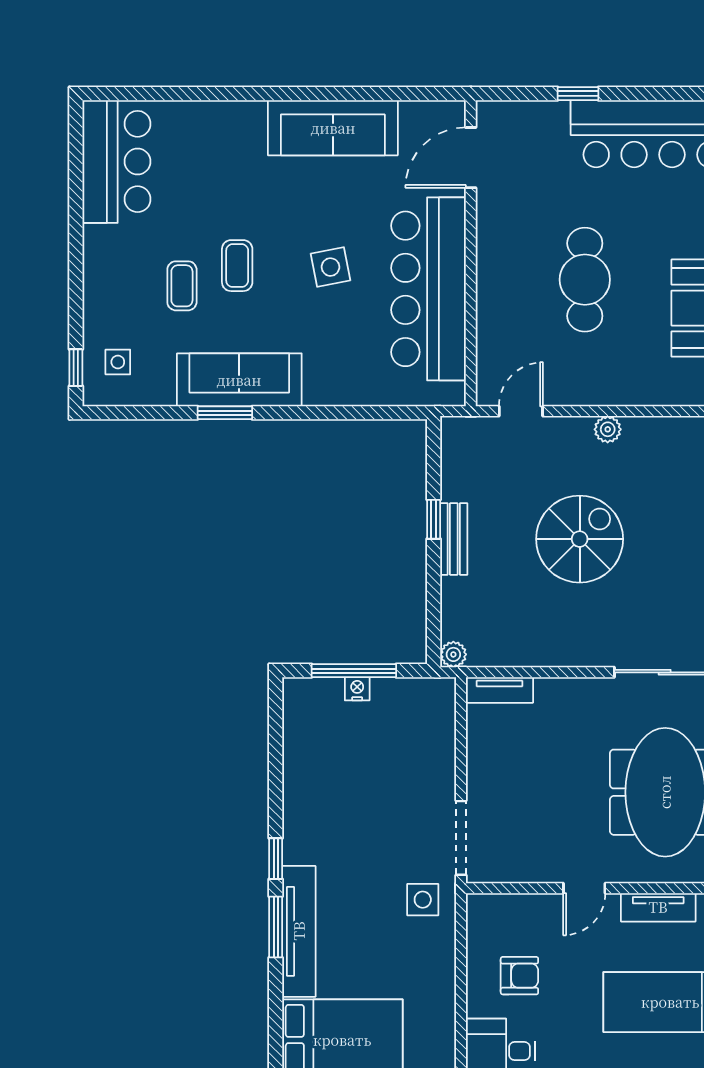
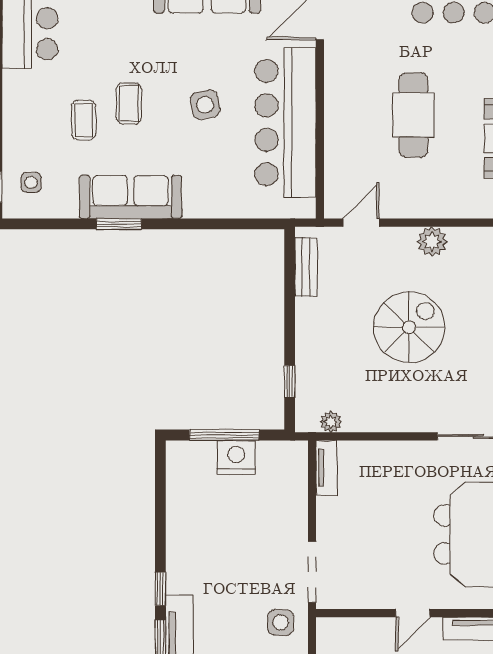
plant: (608, 429) -> (432, 242), width x1.38, depth x1.38
window: (434, 519) -> (290, 382), moved
bench: (454, 539) -> (306, 267), moved
plant: (453, 654) -> (331, 422), moved
nightstand: (357, 689) -> (236, 457), width x1.89, depth x1.79
tv unit: (499, 690) -> (326, 468), moved, turned -90

